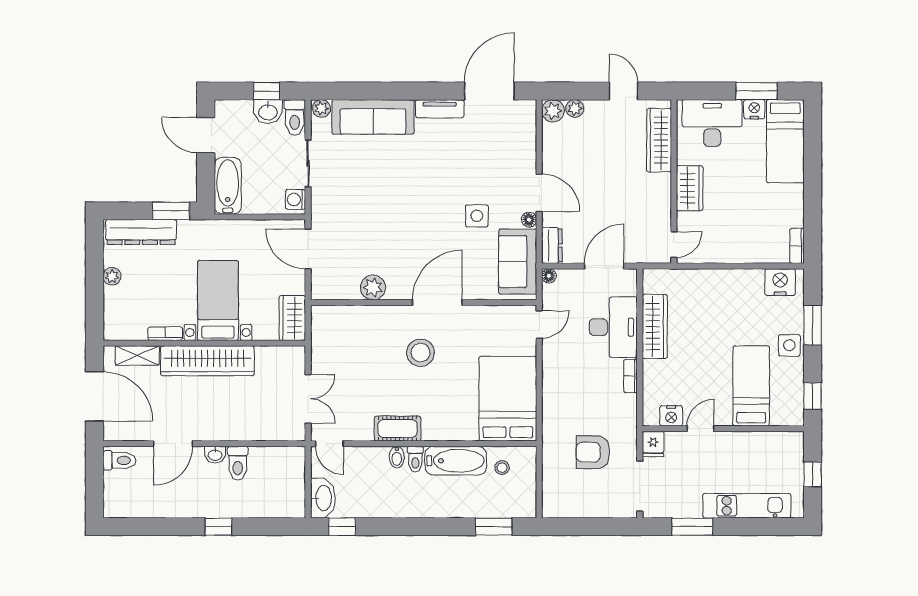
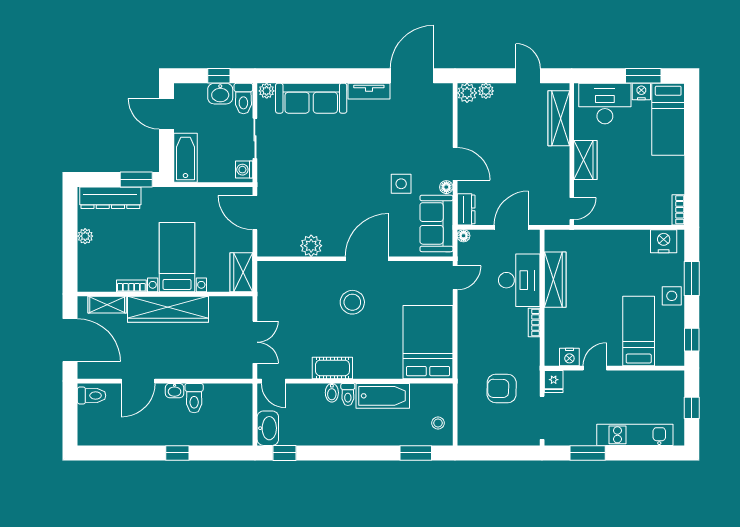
stool: (502, 468) -> (438, 423), moved

